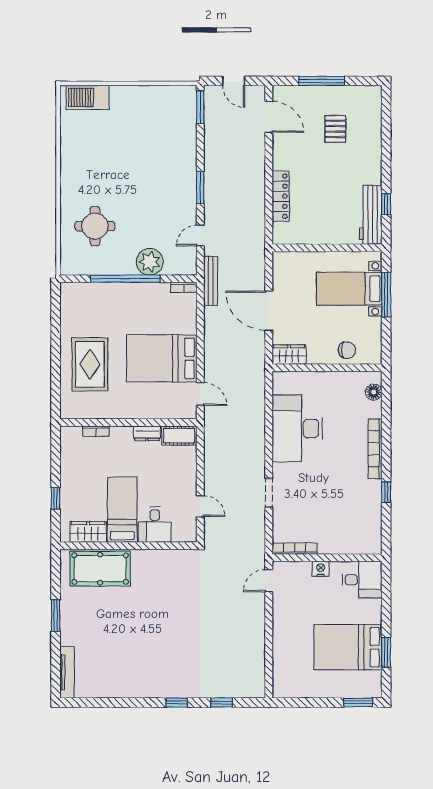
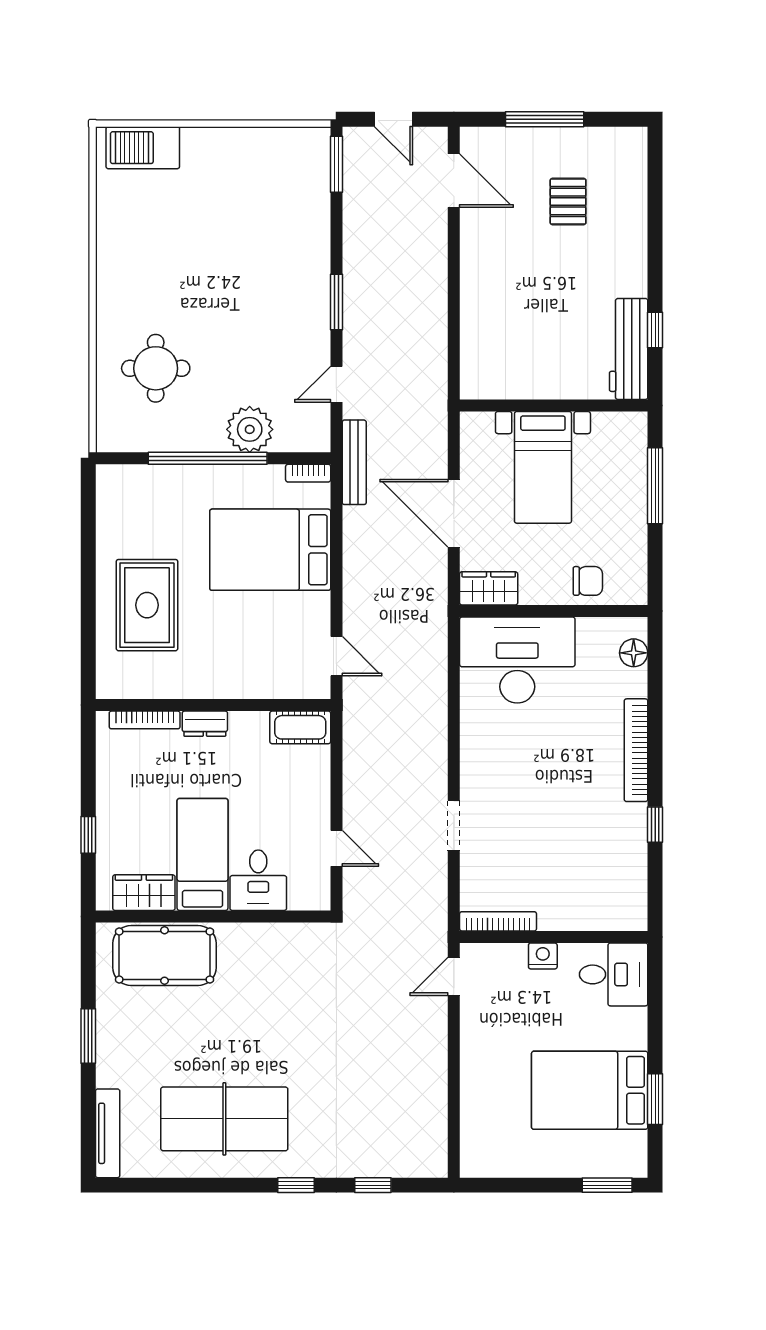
locker: (281, 196) -> (474, 317), removed
bed with nightstands: (349, 289) -> (543, 467), moved, turned -90
bed: (162, 358) -> (270, 550), moved
desk: (297, 429) -> (517, 660), moved, turned 90
bookcase: (96, 431) -> (145, 720), width x1.56
dresser: (147, 433) -> (205, 724), moved
table tennis table: (135, 664) -> (224, 1119), added

